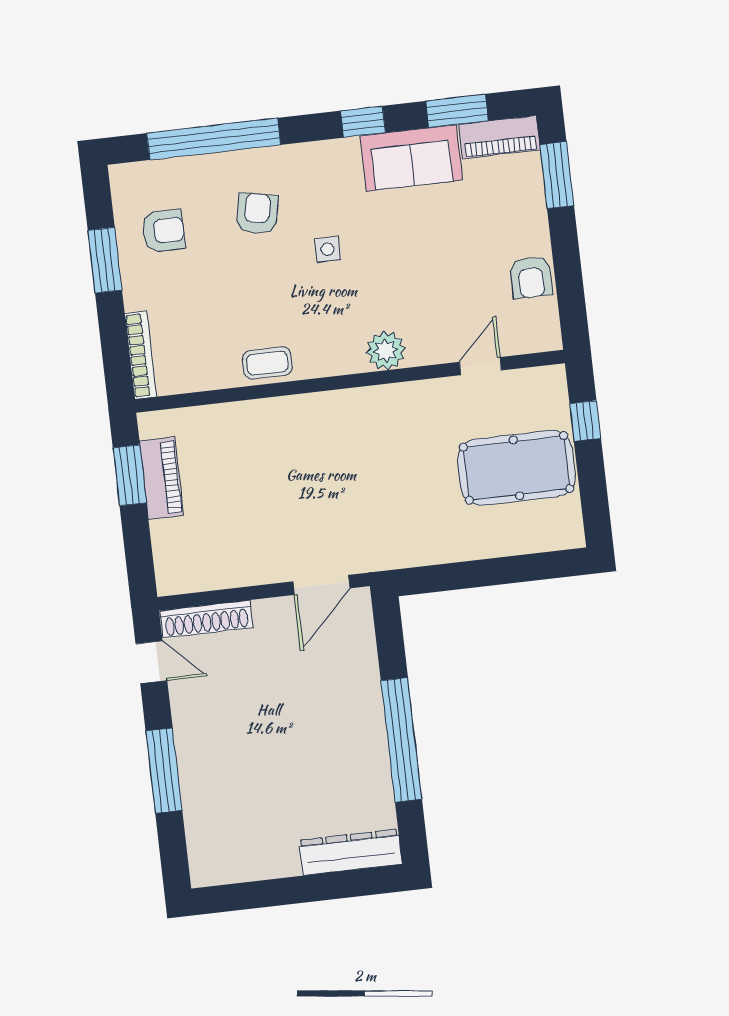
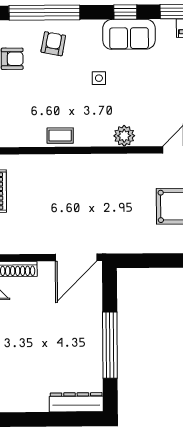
sofa: (411, 158) -> (129, 34), moved
armchair: (257, 214) -> (53, 44), moved
door: (321, 585) -> (76, 257), width x1.36

